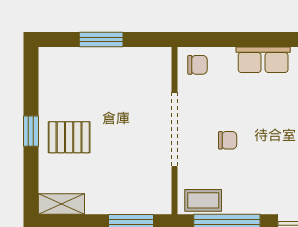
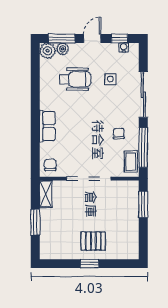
pallet: (69, 137) -> (93, 241), turned 90
chair: (228, 140) -> (119, 133), moved
shelving: (61, 204) -> (46, 194), moved

